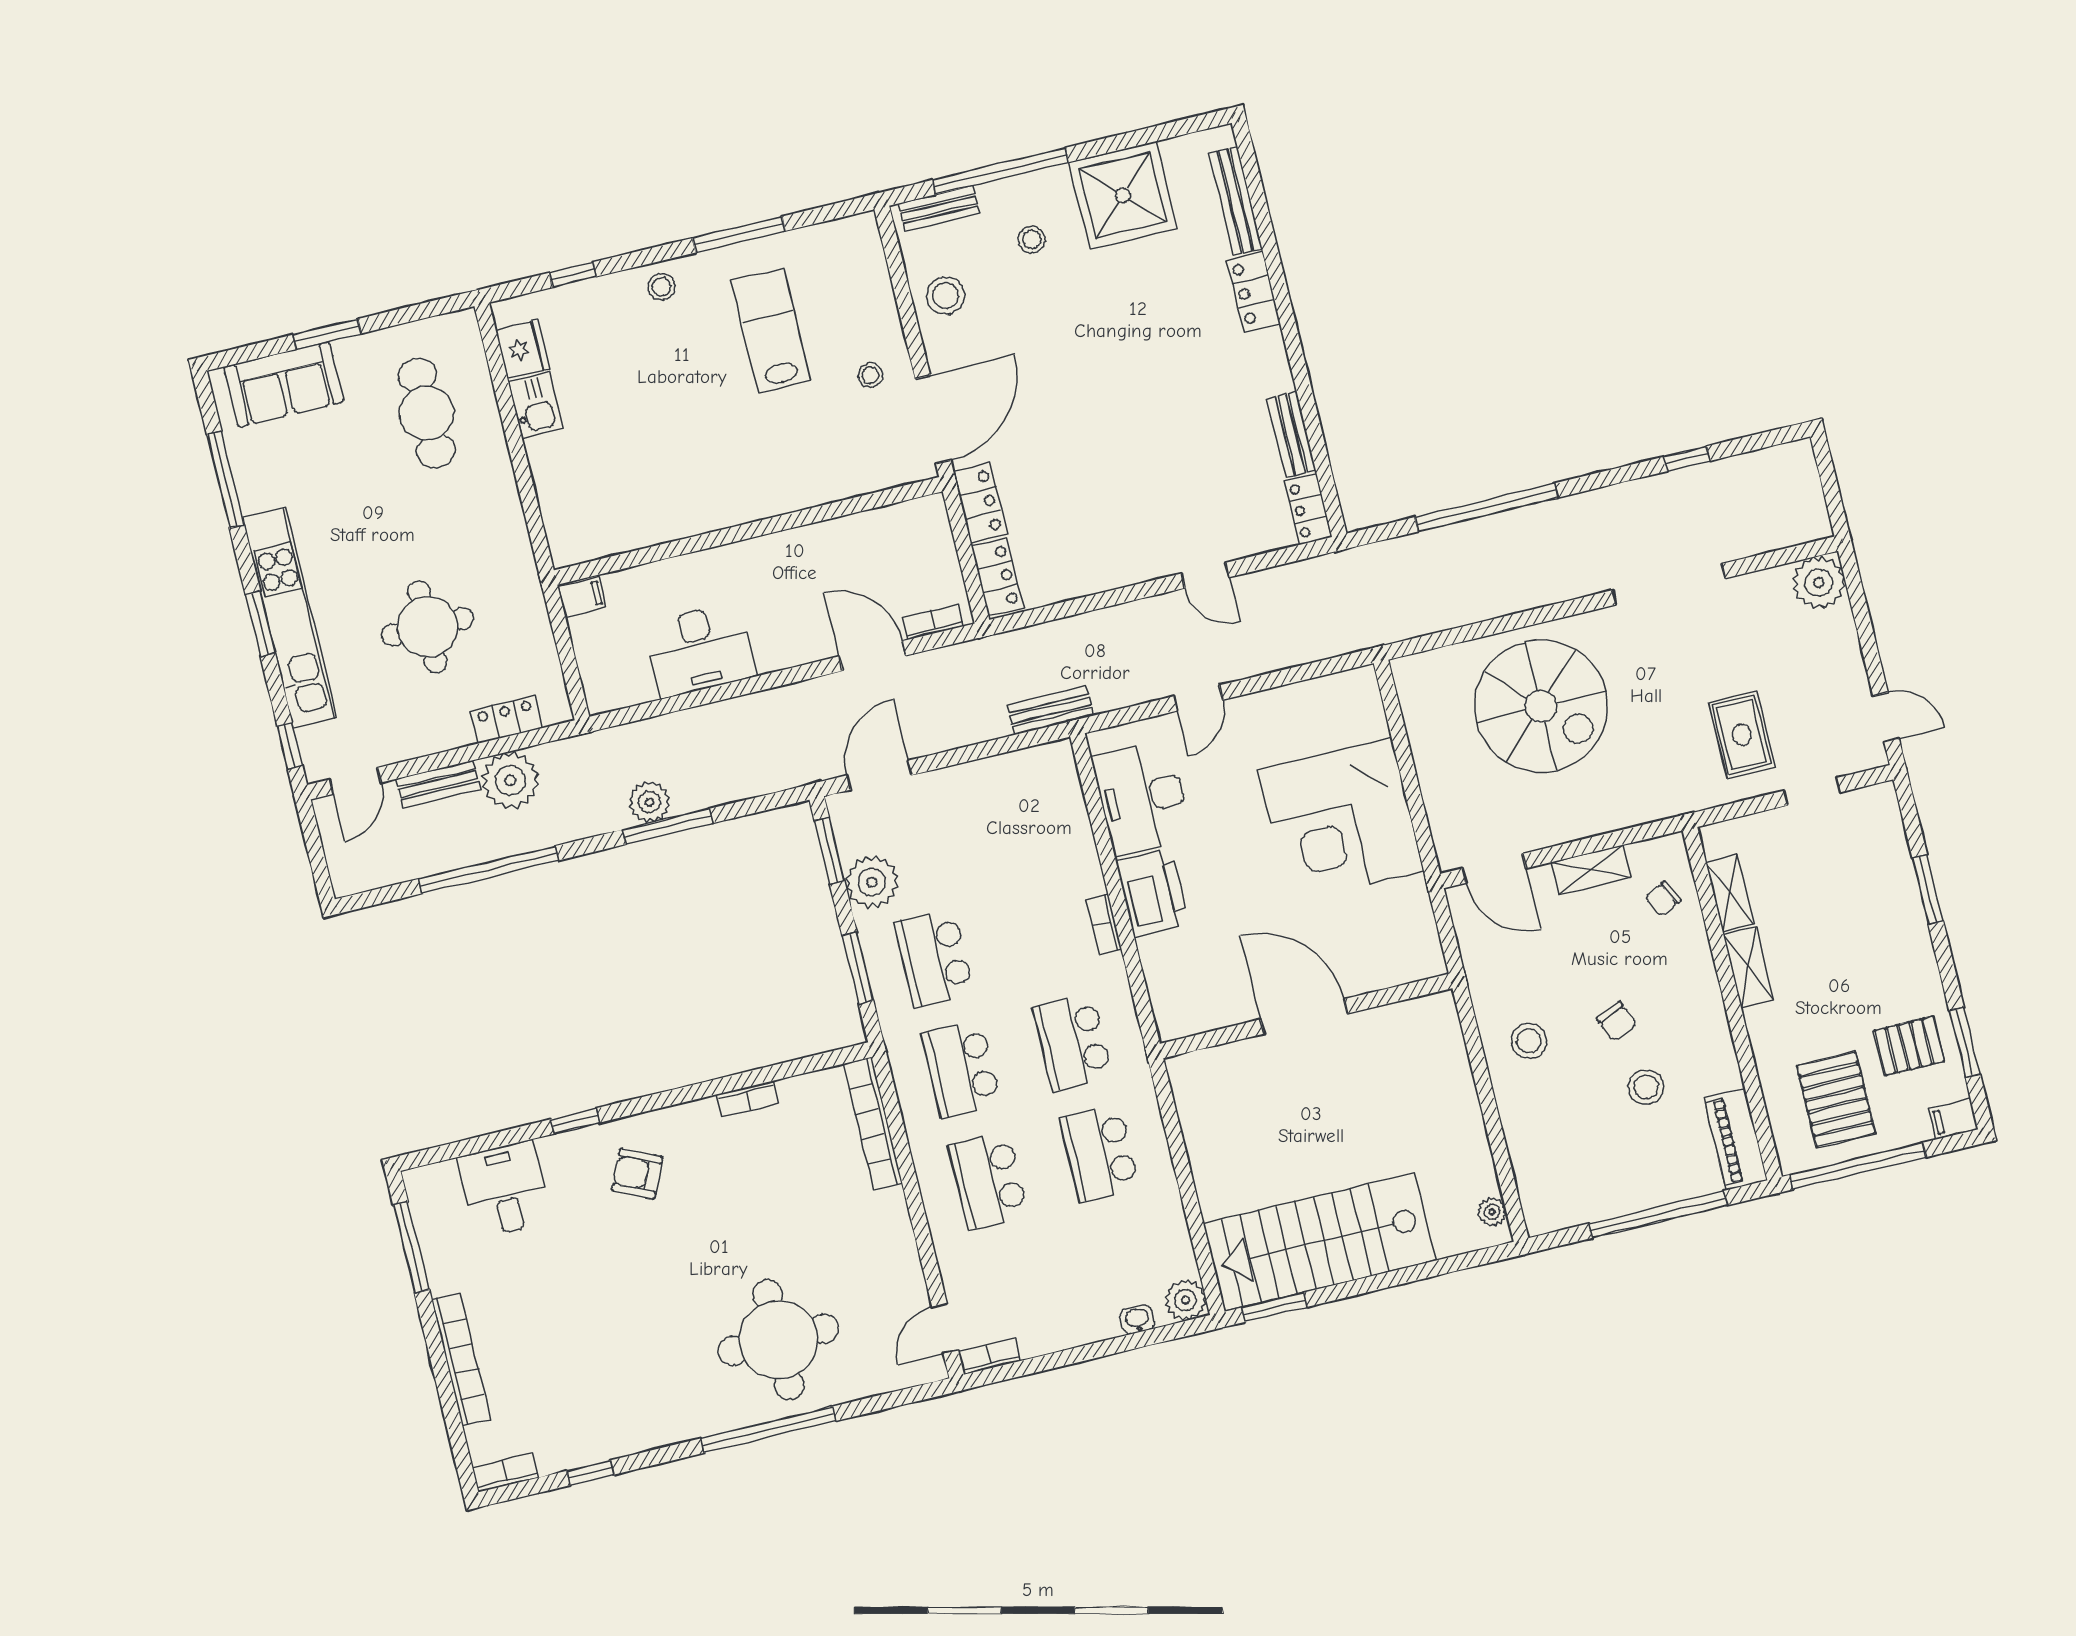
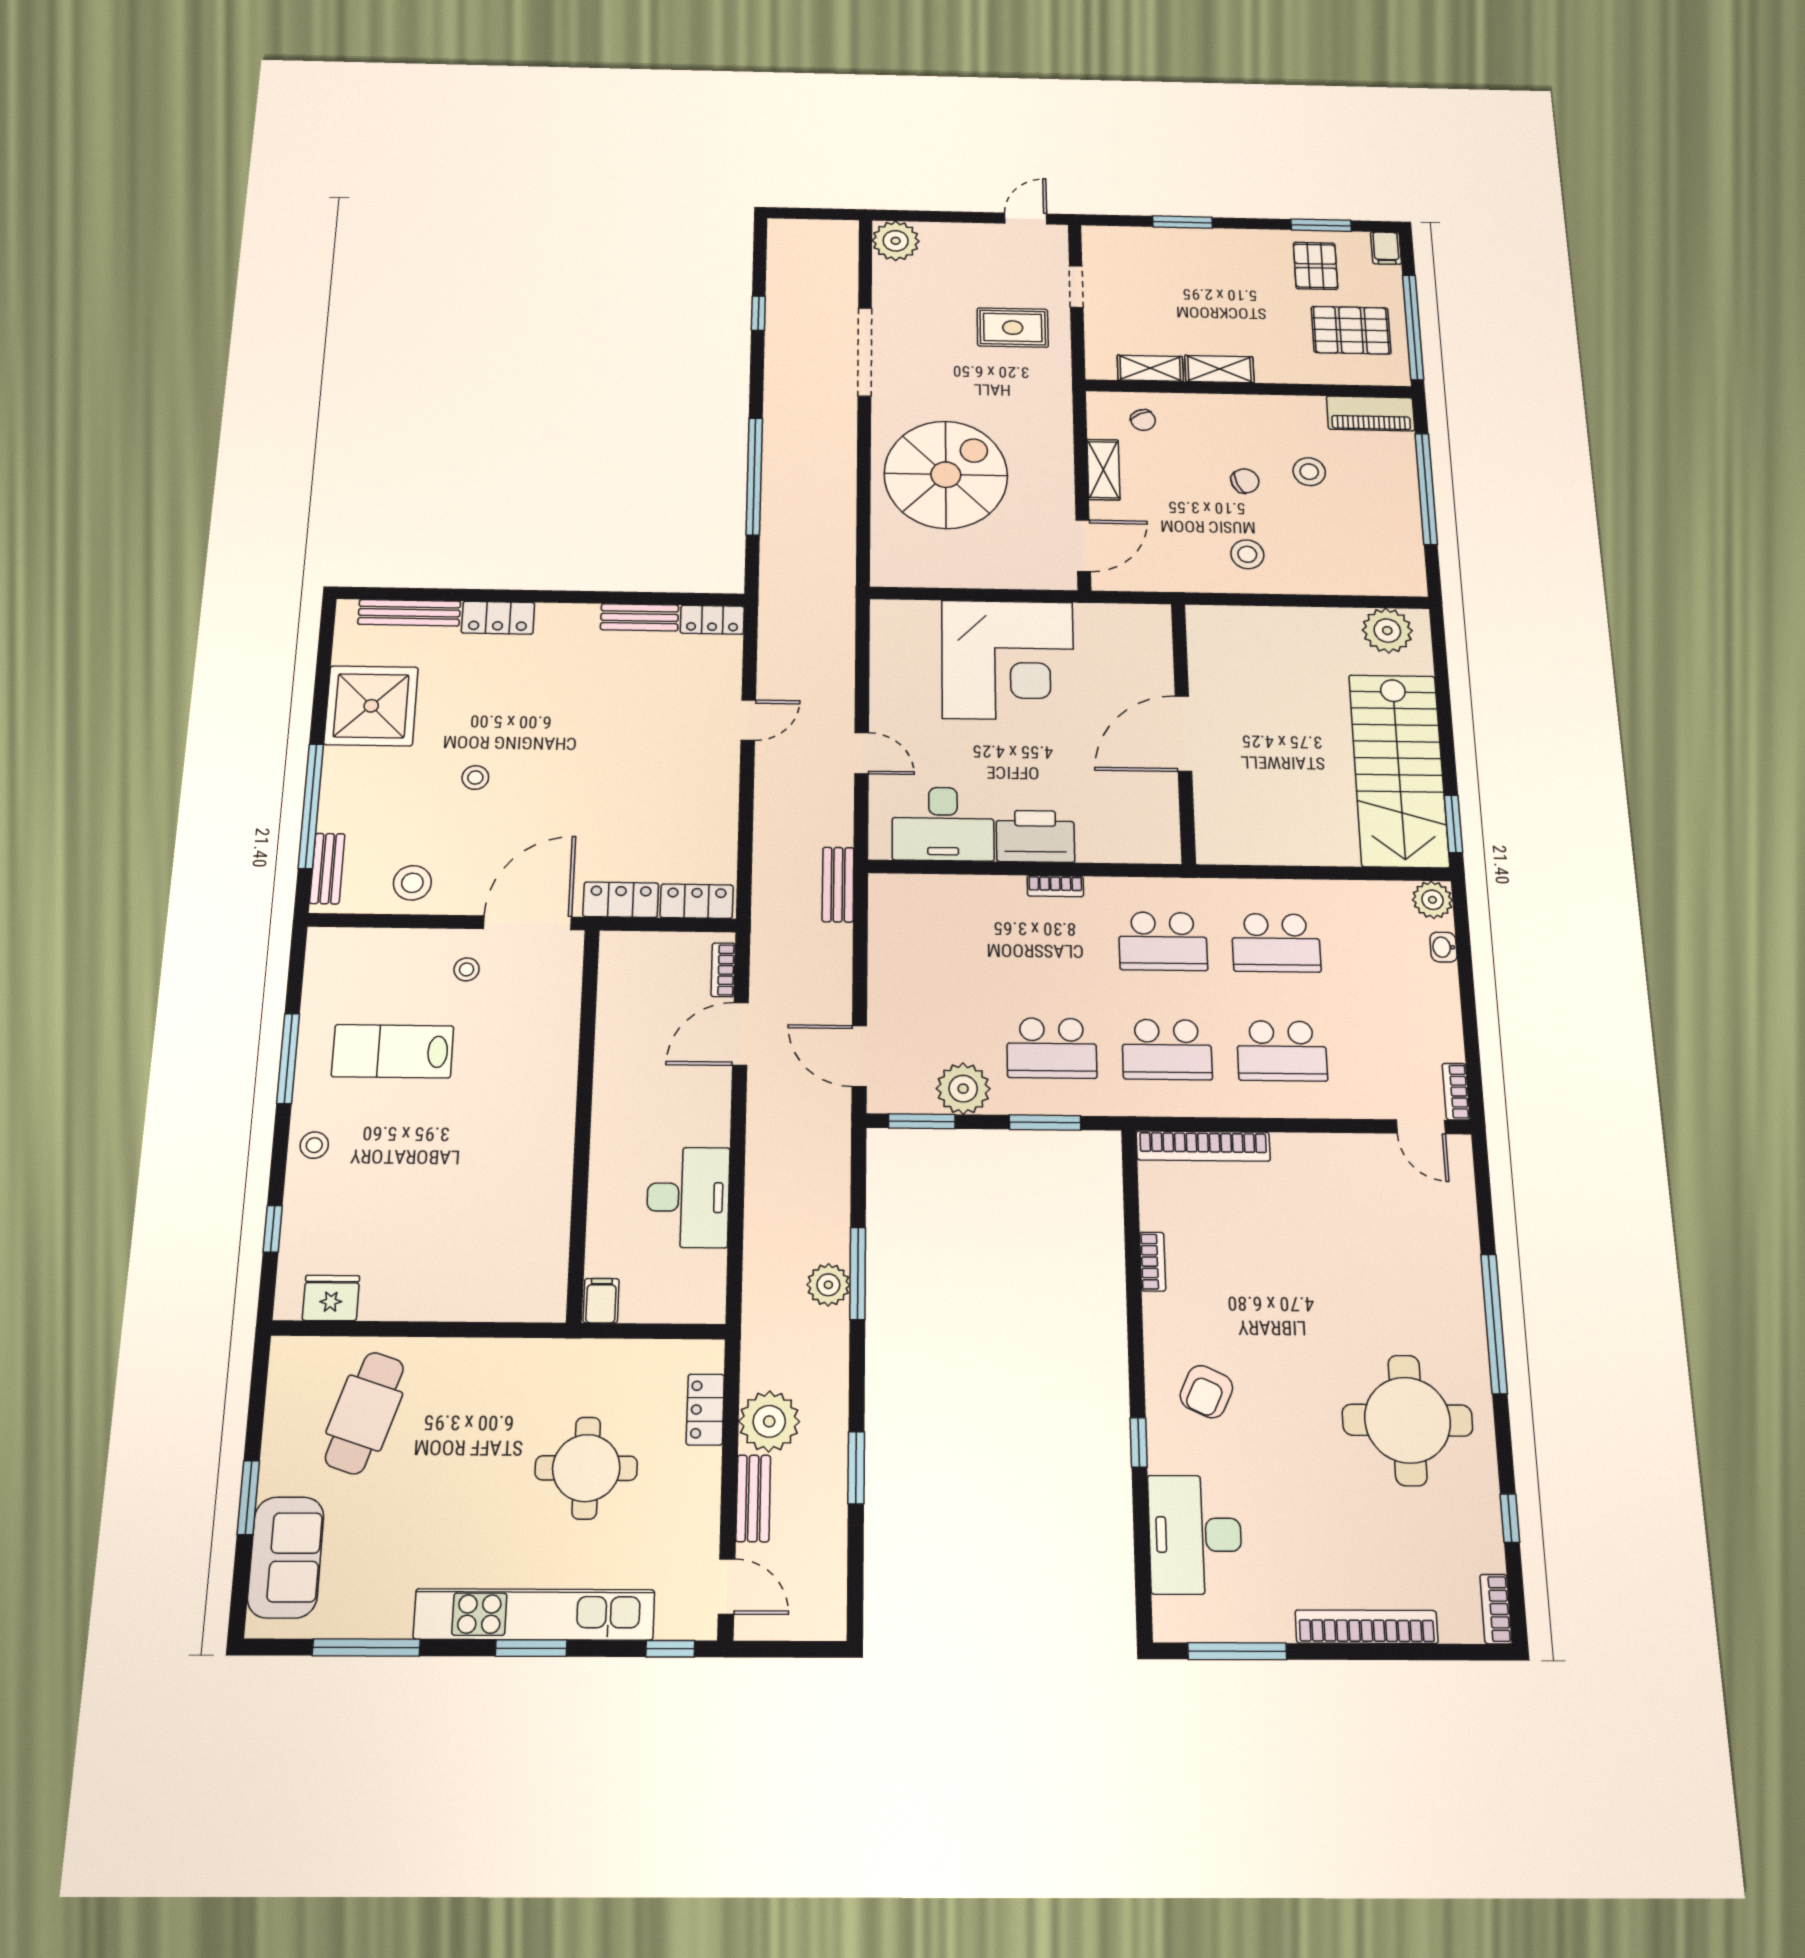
stool: (1032, 240) -> (475, 778), moved
kitchen sink: (536, 405) -> (392, 1299), removed
cafe table: (427, 413) -> (364, 1413), turned -72
door: (933, 419) -> (528, 923), hinge flipped
window: (488, 870) -> (856, 1468), width x0.47
desk: (504, 1189) -> (1195, 1535), width x1.37
plant: (1492, 1212) -> (1387, 631), width x1.88, depth x1.88
round table: (778, 1340) -> (1407, 1420), moved

